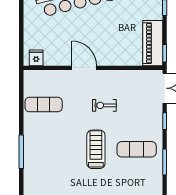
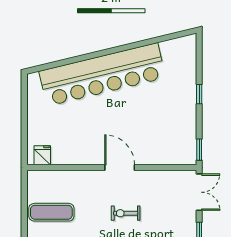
piano: (153, 43) -> (184, 137), removed
door: (84, 68) -> (120, 168), moved

